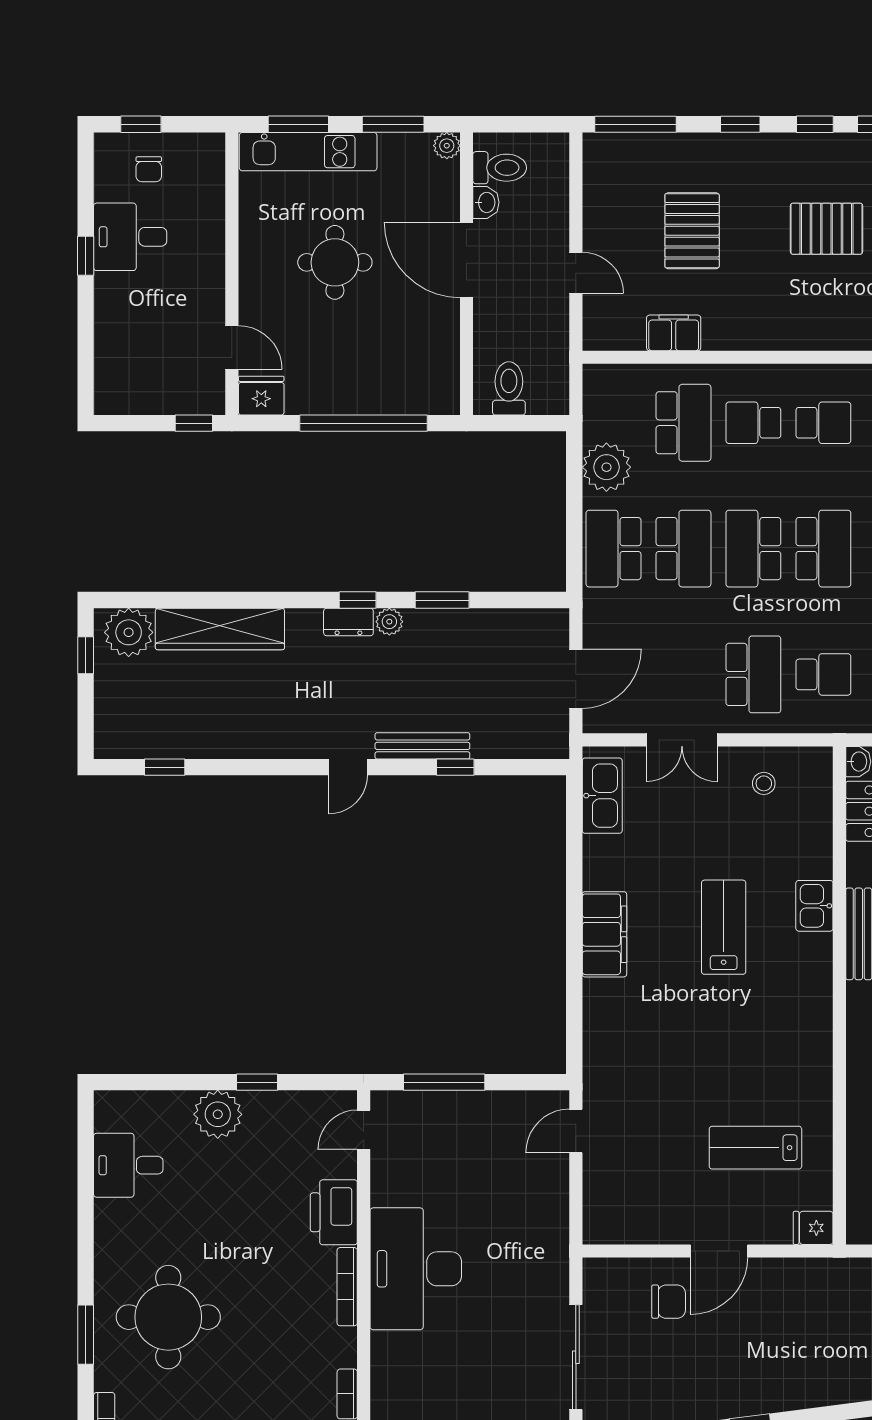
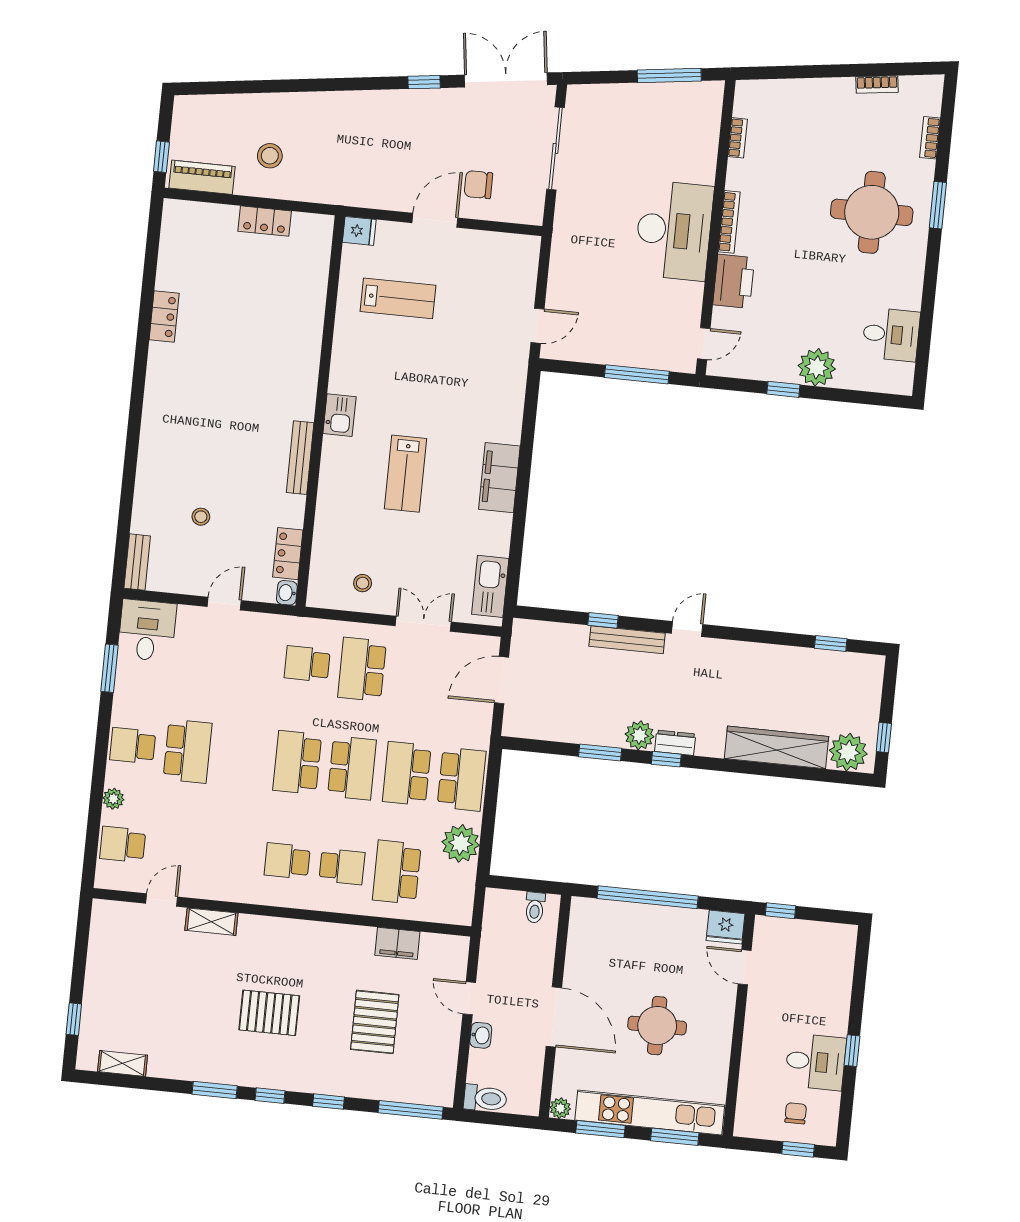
kitchen unit: (308, 152) -> (650, 1112), width x1.36
toilet: (500, 168) -> (485, 1098), moved, turned 180
washbasin: (486, 202) -> (481, 1035), moved, turned 180
toilet: (509, 388) -> (535, 907), width x0.73, depth x0.72
plant: (389, 622) -> (640, 735), width x1.38, depth x1.38
kitchen sink: (814, 906) -> (339, 415), moved

